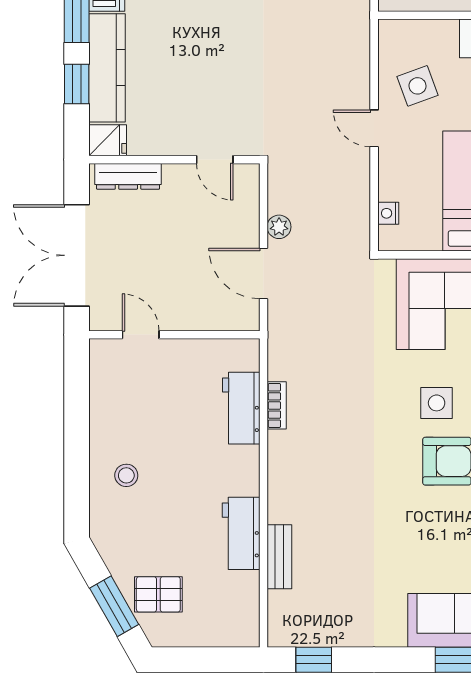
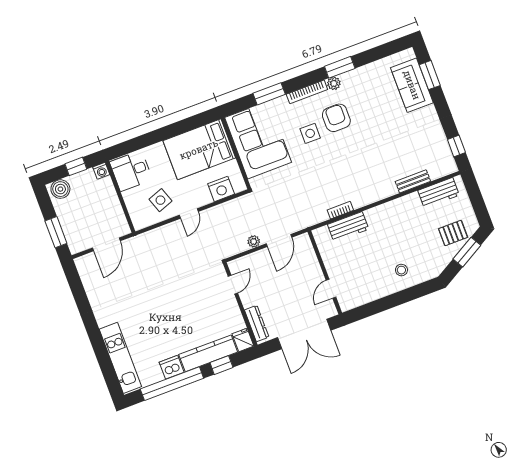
nightstand: (388, 213) -> (221, 189), width x1.89, depth x1.79
workbench: (241, 533) -> (439, 193), moved
pallet: (158, 594) -> (453, 233), turned 90

